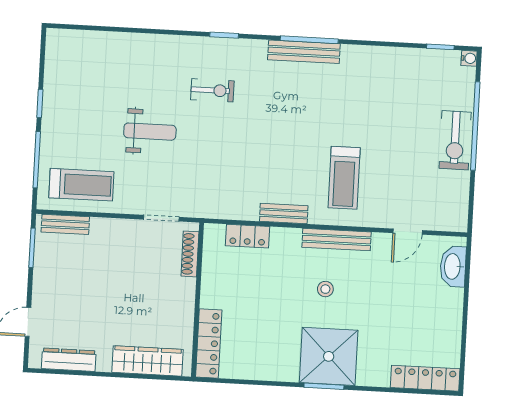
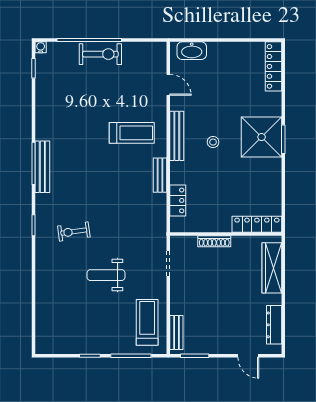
exercise bike: (212, 90) -> (74, 232), turned -98
weight bench: (150, 132) -> (106, 275), turned -90
shoe rack: (190, 254) -> (214, 241), moved

